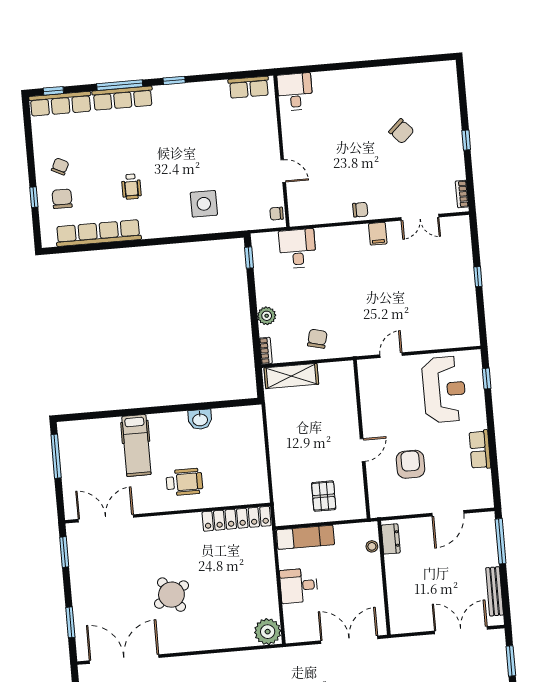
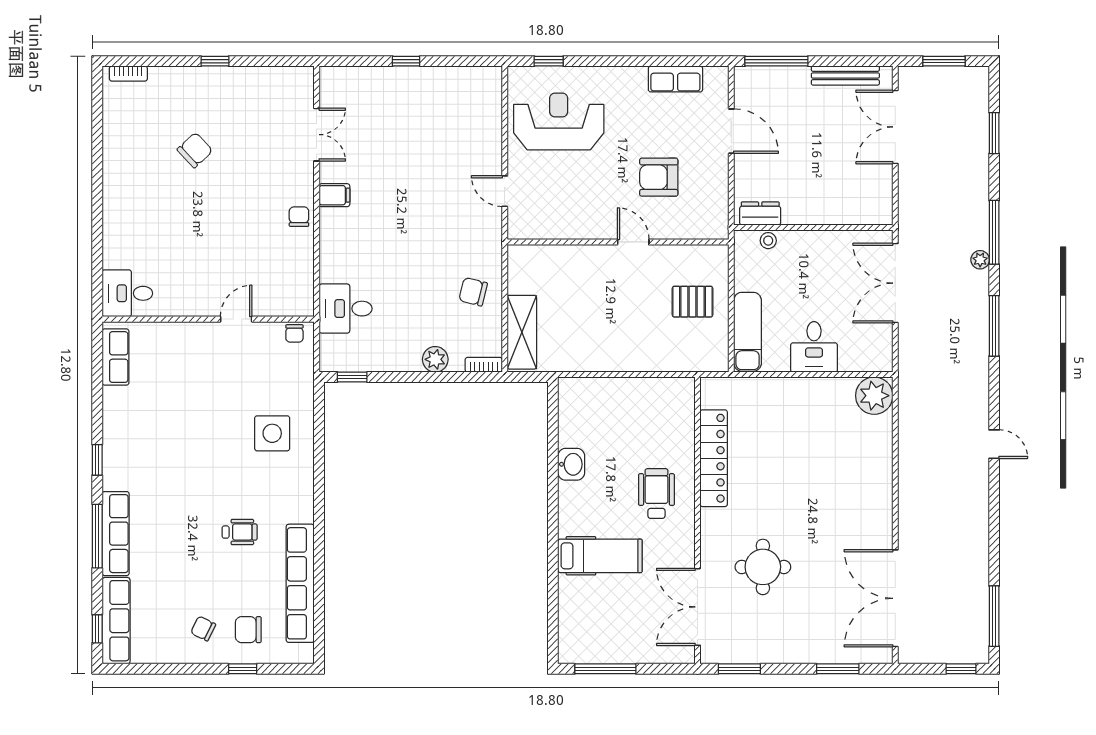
bookcase: (462, 194) -> (128, 74), moved
row of seats: (480, 450) -> (675, 79), moved
locker: (237, 519) -> (714, 458), moved
round table: (171, 595) -> (763, 567), moved, turned 32

